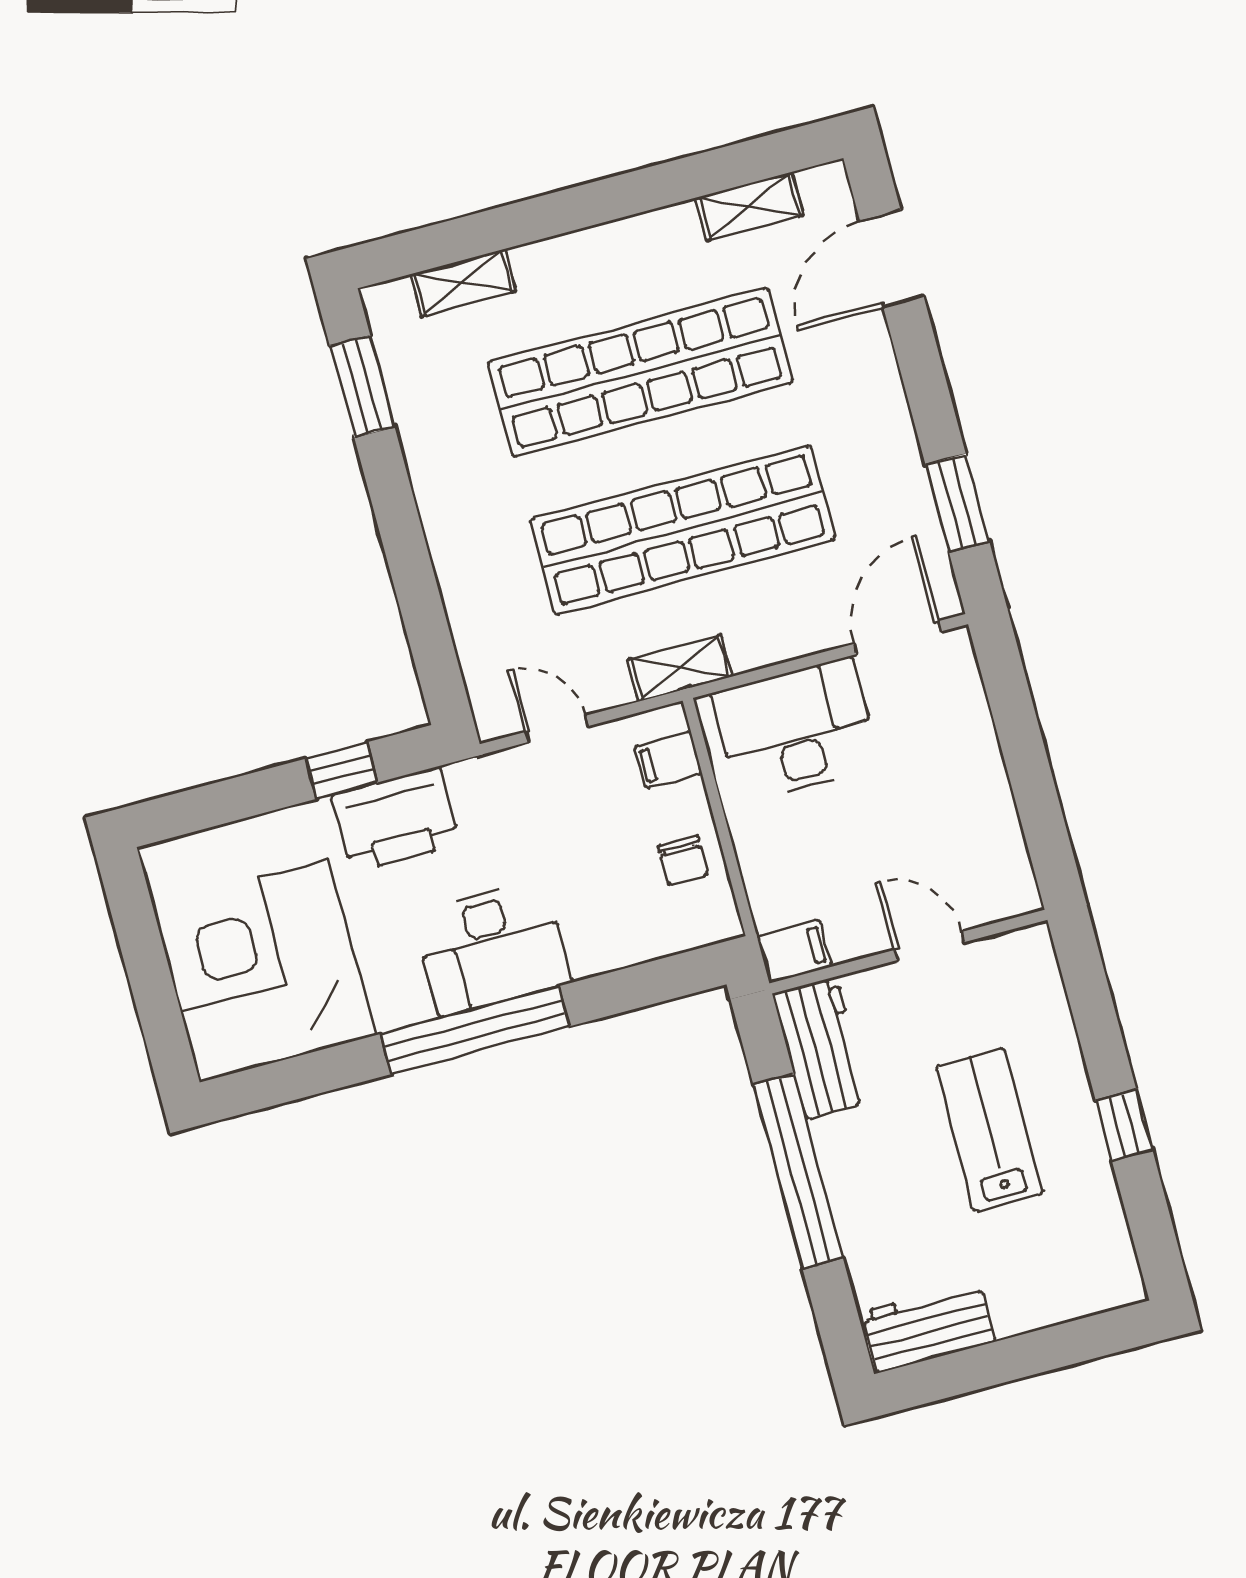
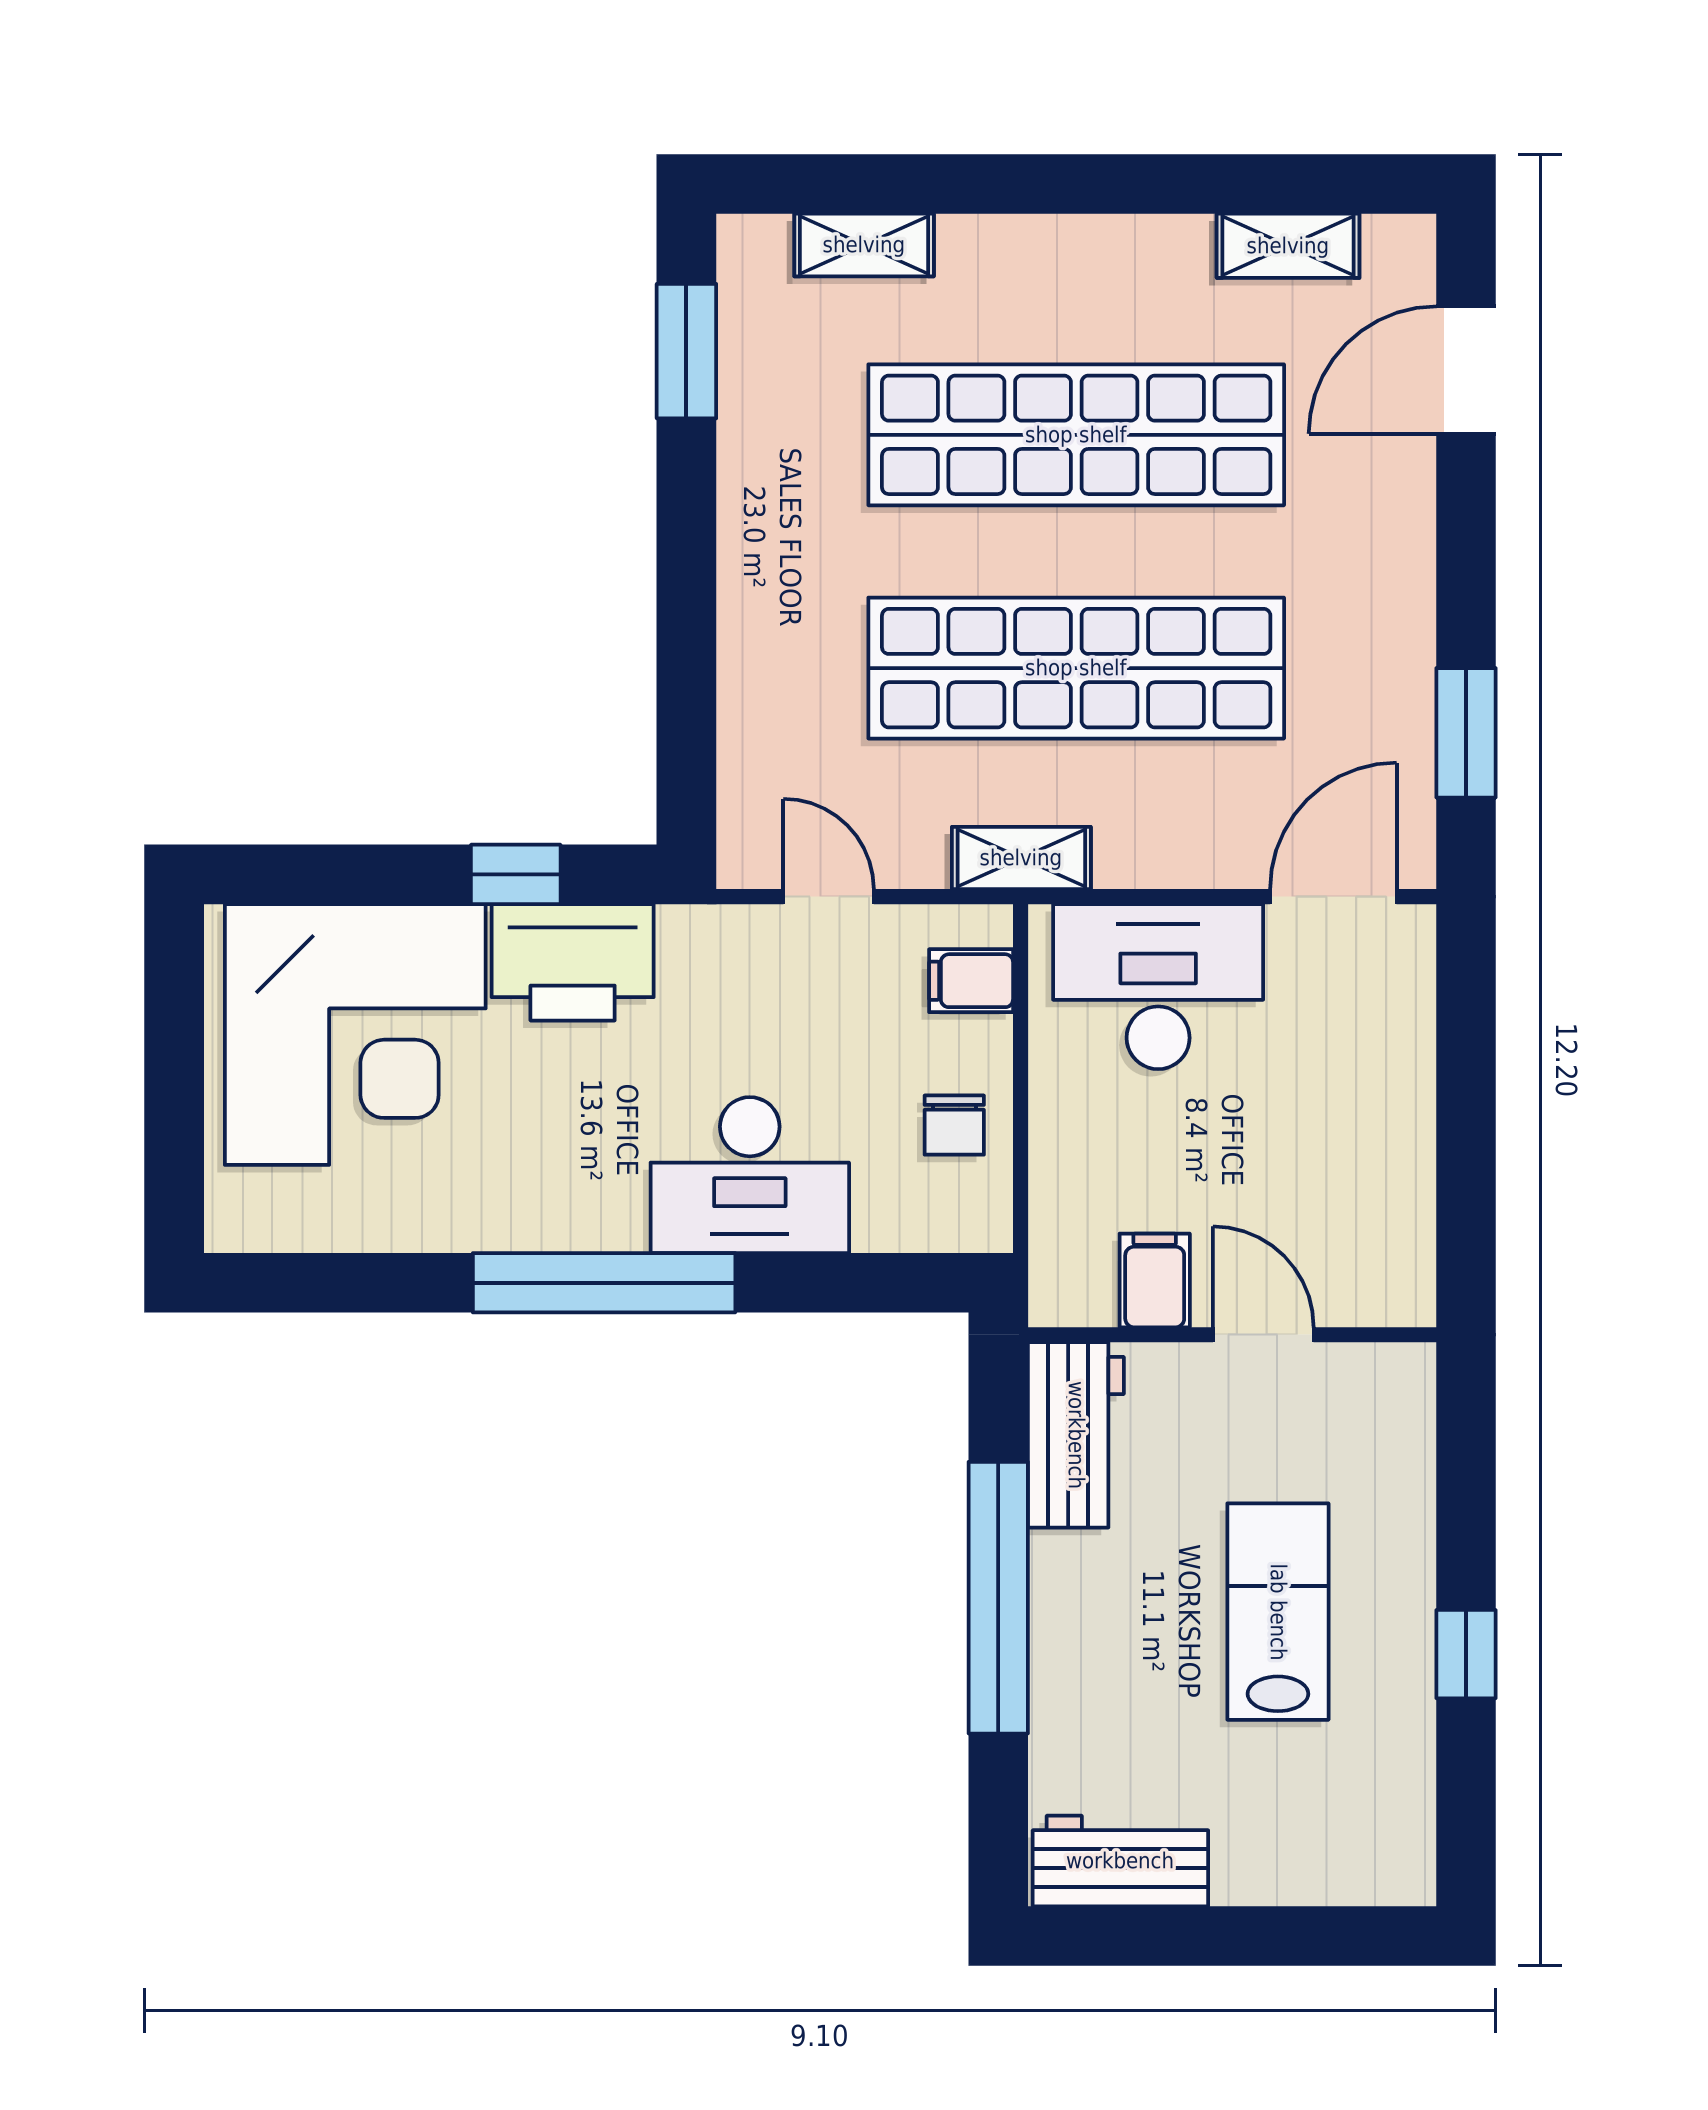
desk: (492, 948) -> (750, 1175), moved
filing cabinet: (795, 951) -> (1155, 1280), moved, turned -90
corner desk: (264, 971) -> (355, 1035), moved, turned 180

